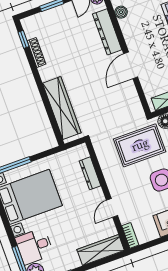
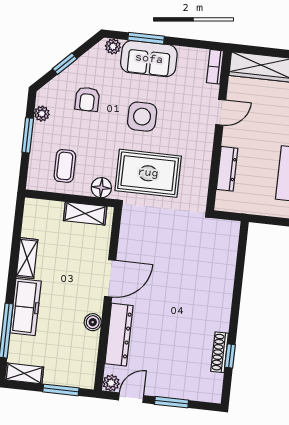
boiler: (121, 12) -> (93, 322), moved
window: (24, 39) -> (230, 356), moved
wardrobe: (62, 108) -> (222, 268), removed

